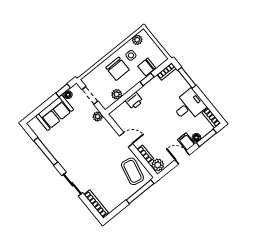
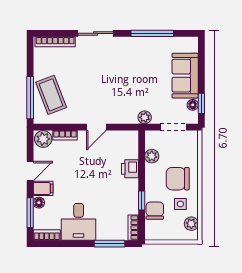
coffee table: (132, 171) -> (51, 95), moved, turned 56

